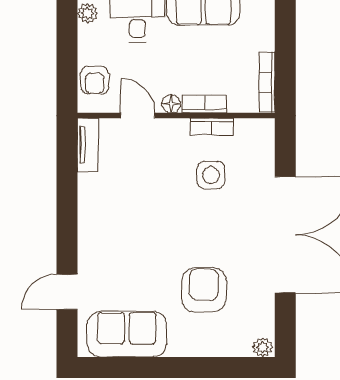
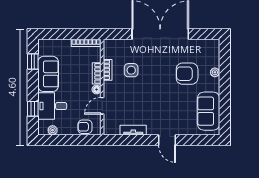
armchair: (95, 80) -> (85, 127), turned 180
tv unit: (88, 145) -> (133, 130), moved
door: (67, 292) -> (167, 140), moved
plant: (263, 347) -> (215, 72), moved

